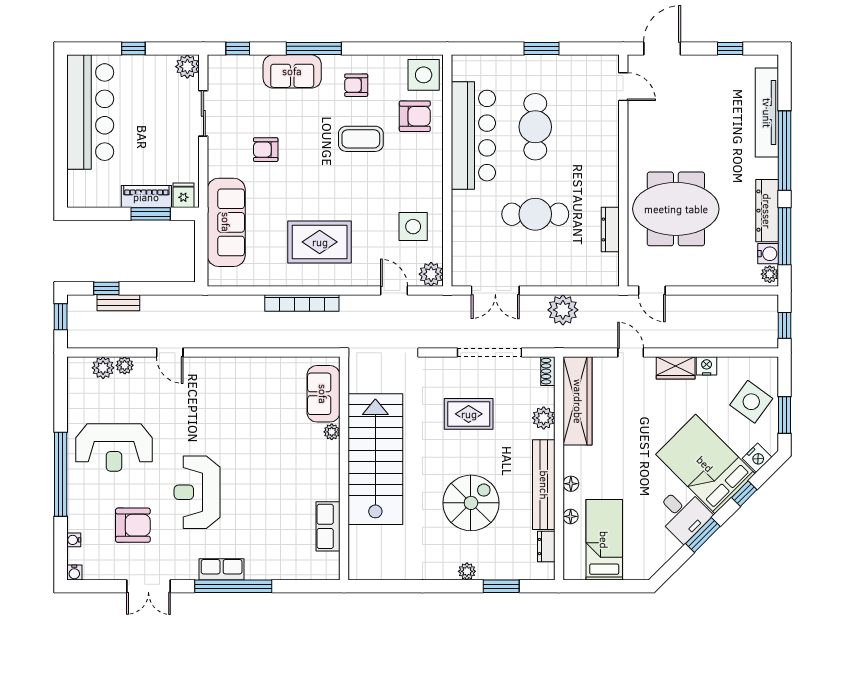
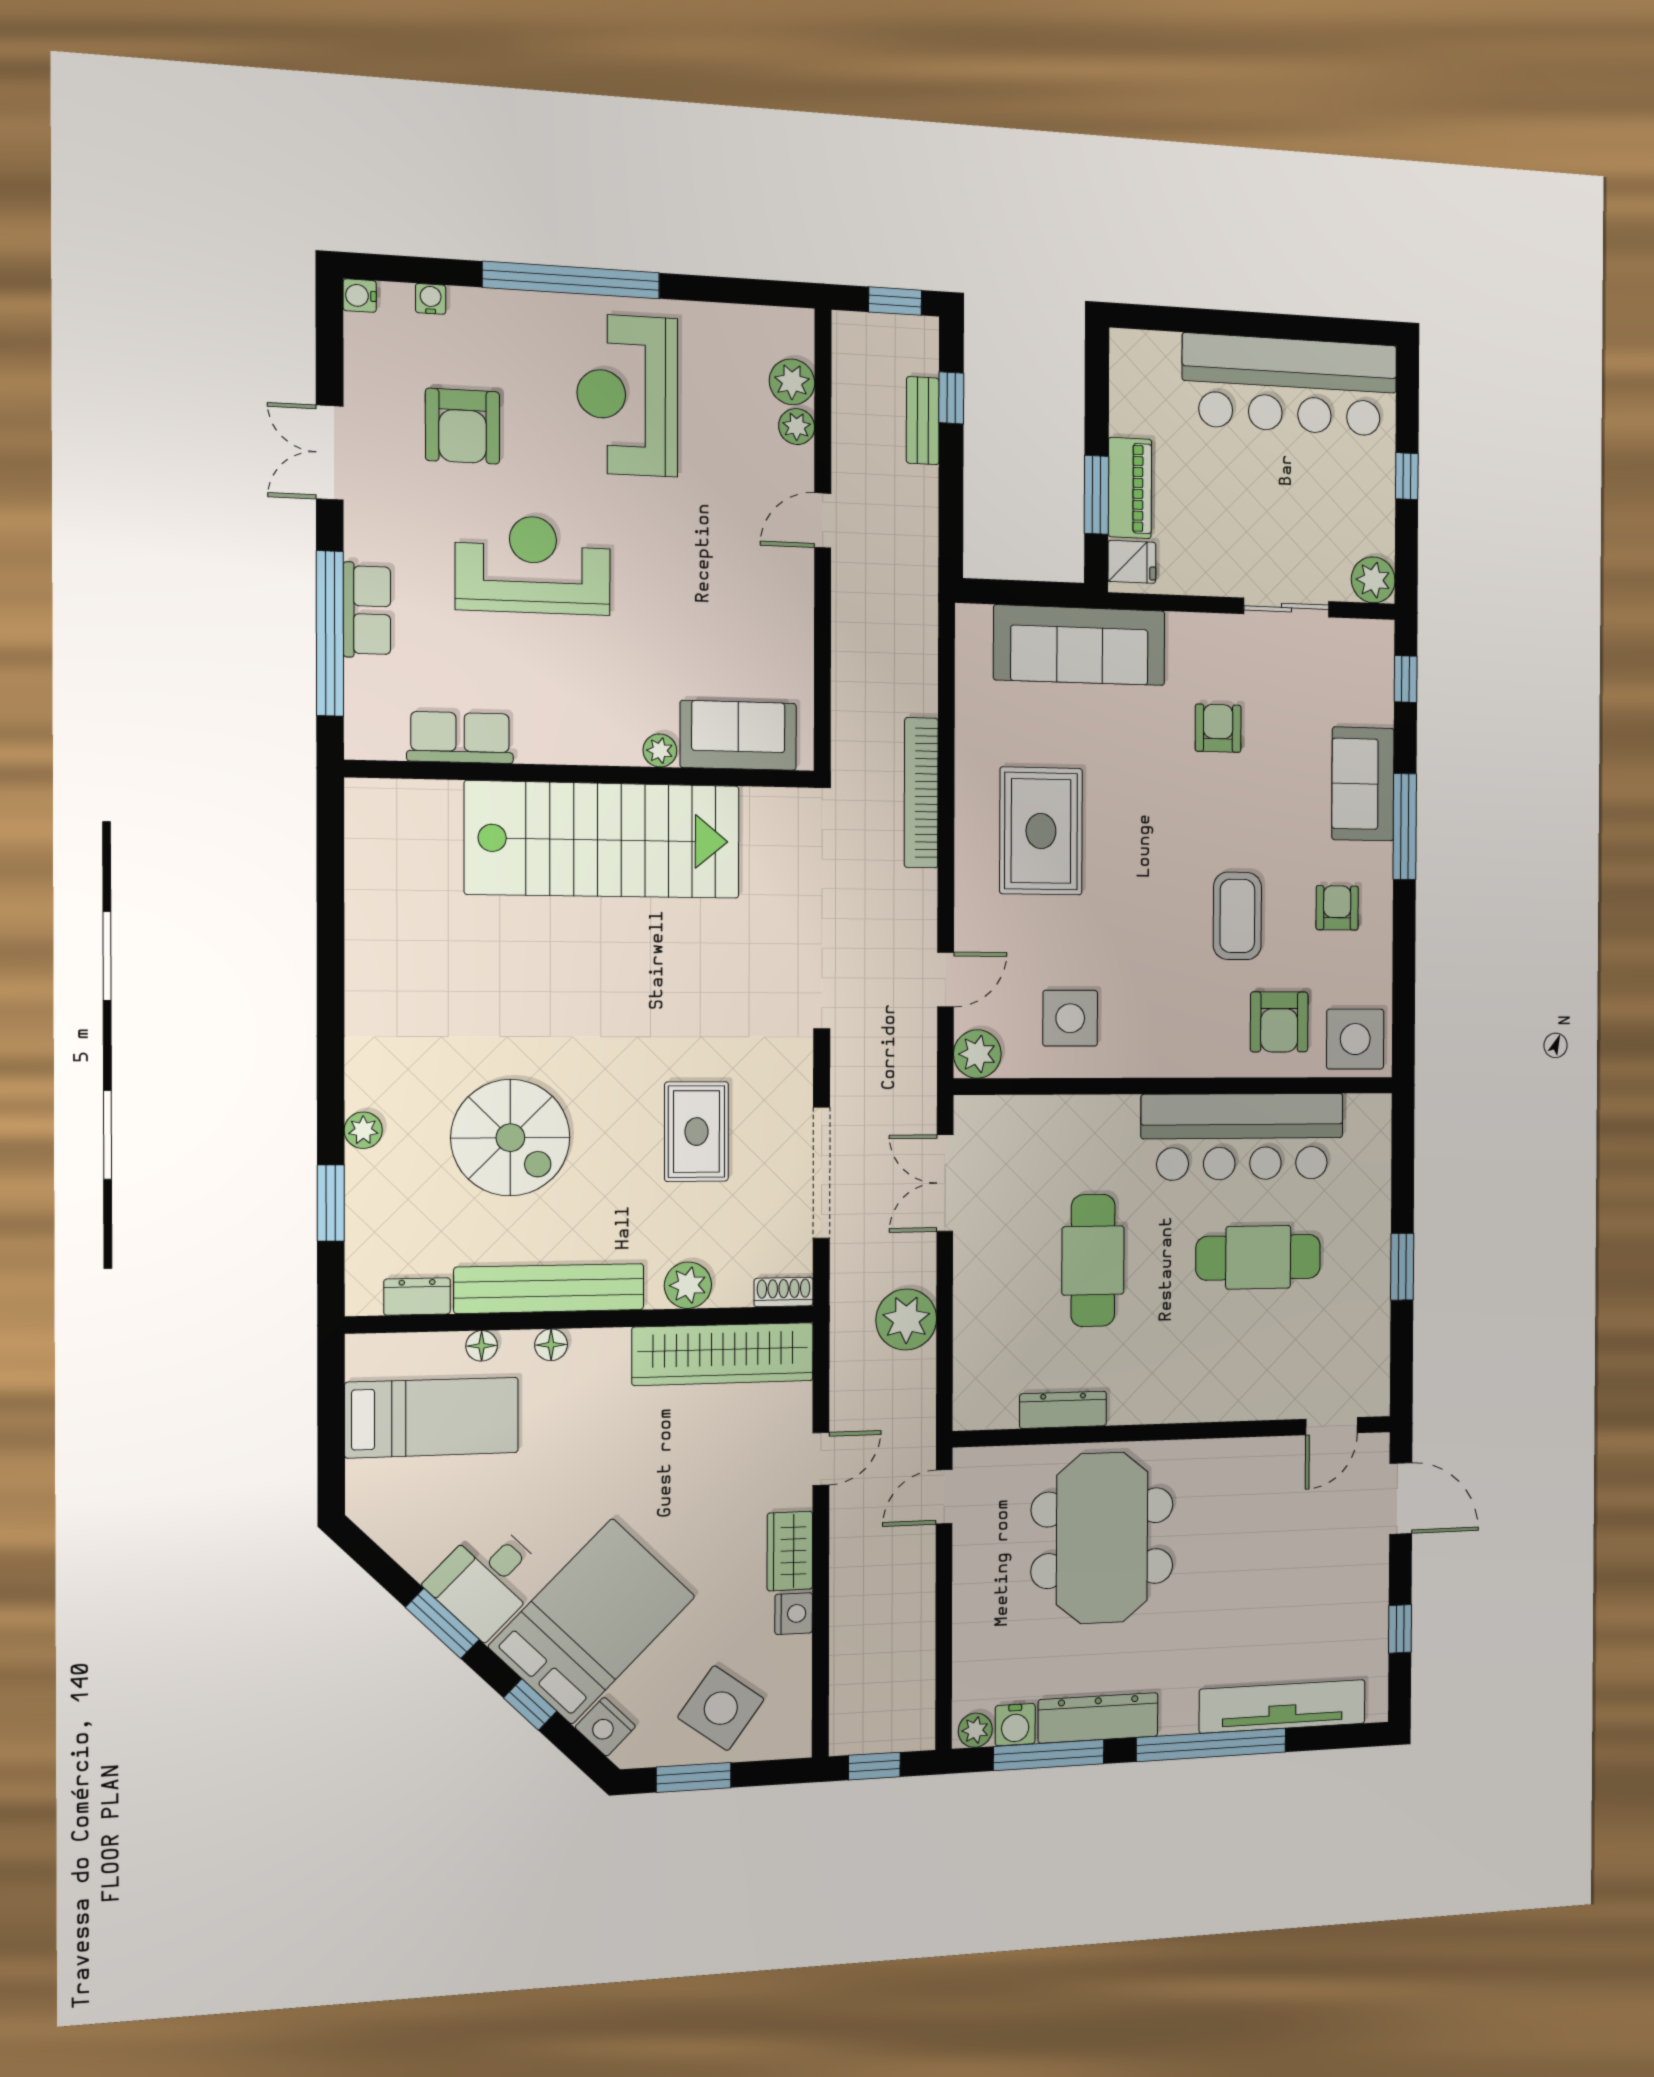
sofa: (323, 394) -> (738, 735), moved
plant: (332, 432) -> (660, 750), moved
stairs: (375, 459) -> (603, 840), moved
wall: (344, 468) -> (583, 774), moved
row of seats: (328, 526) -> (460, 737), moved

